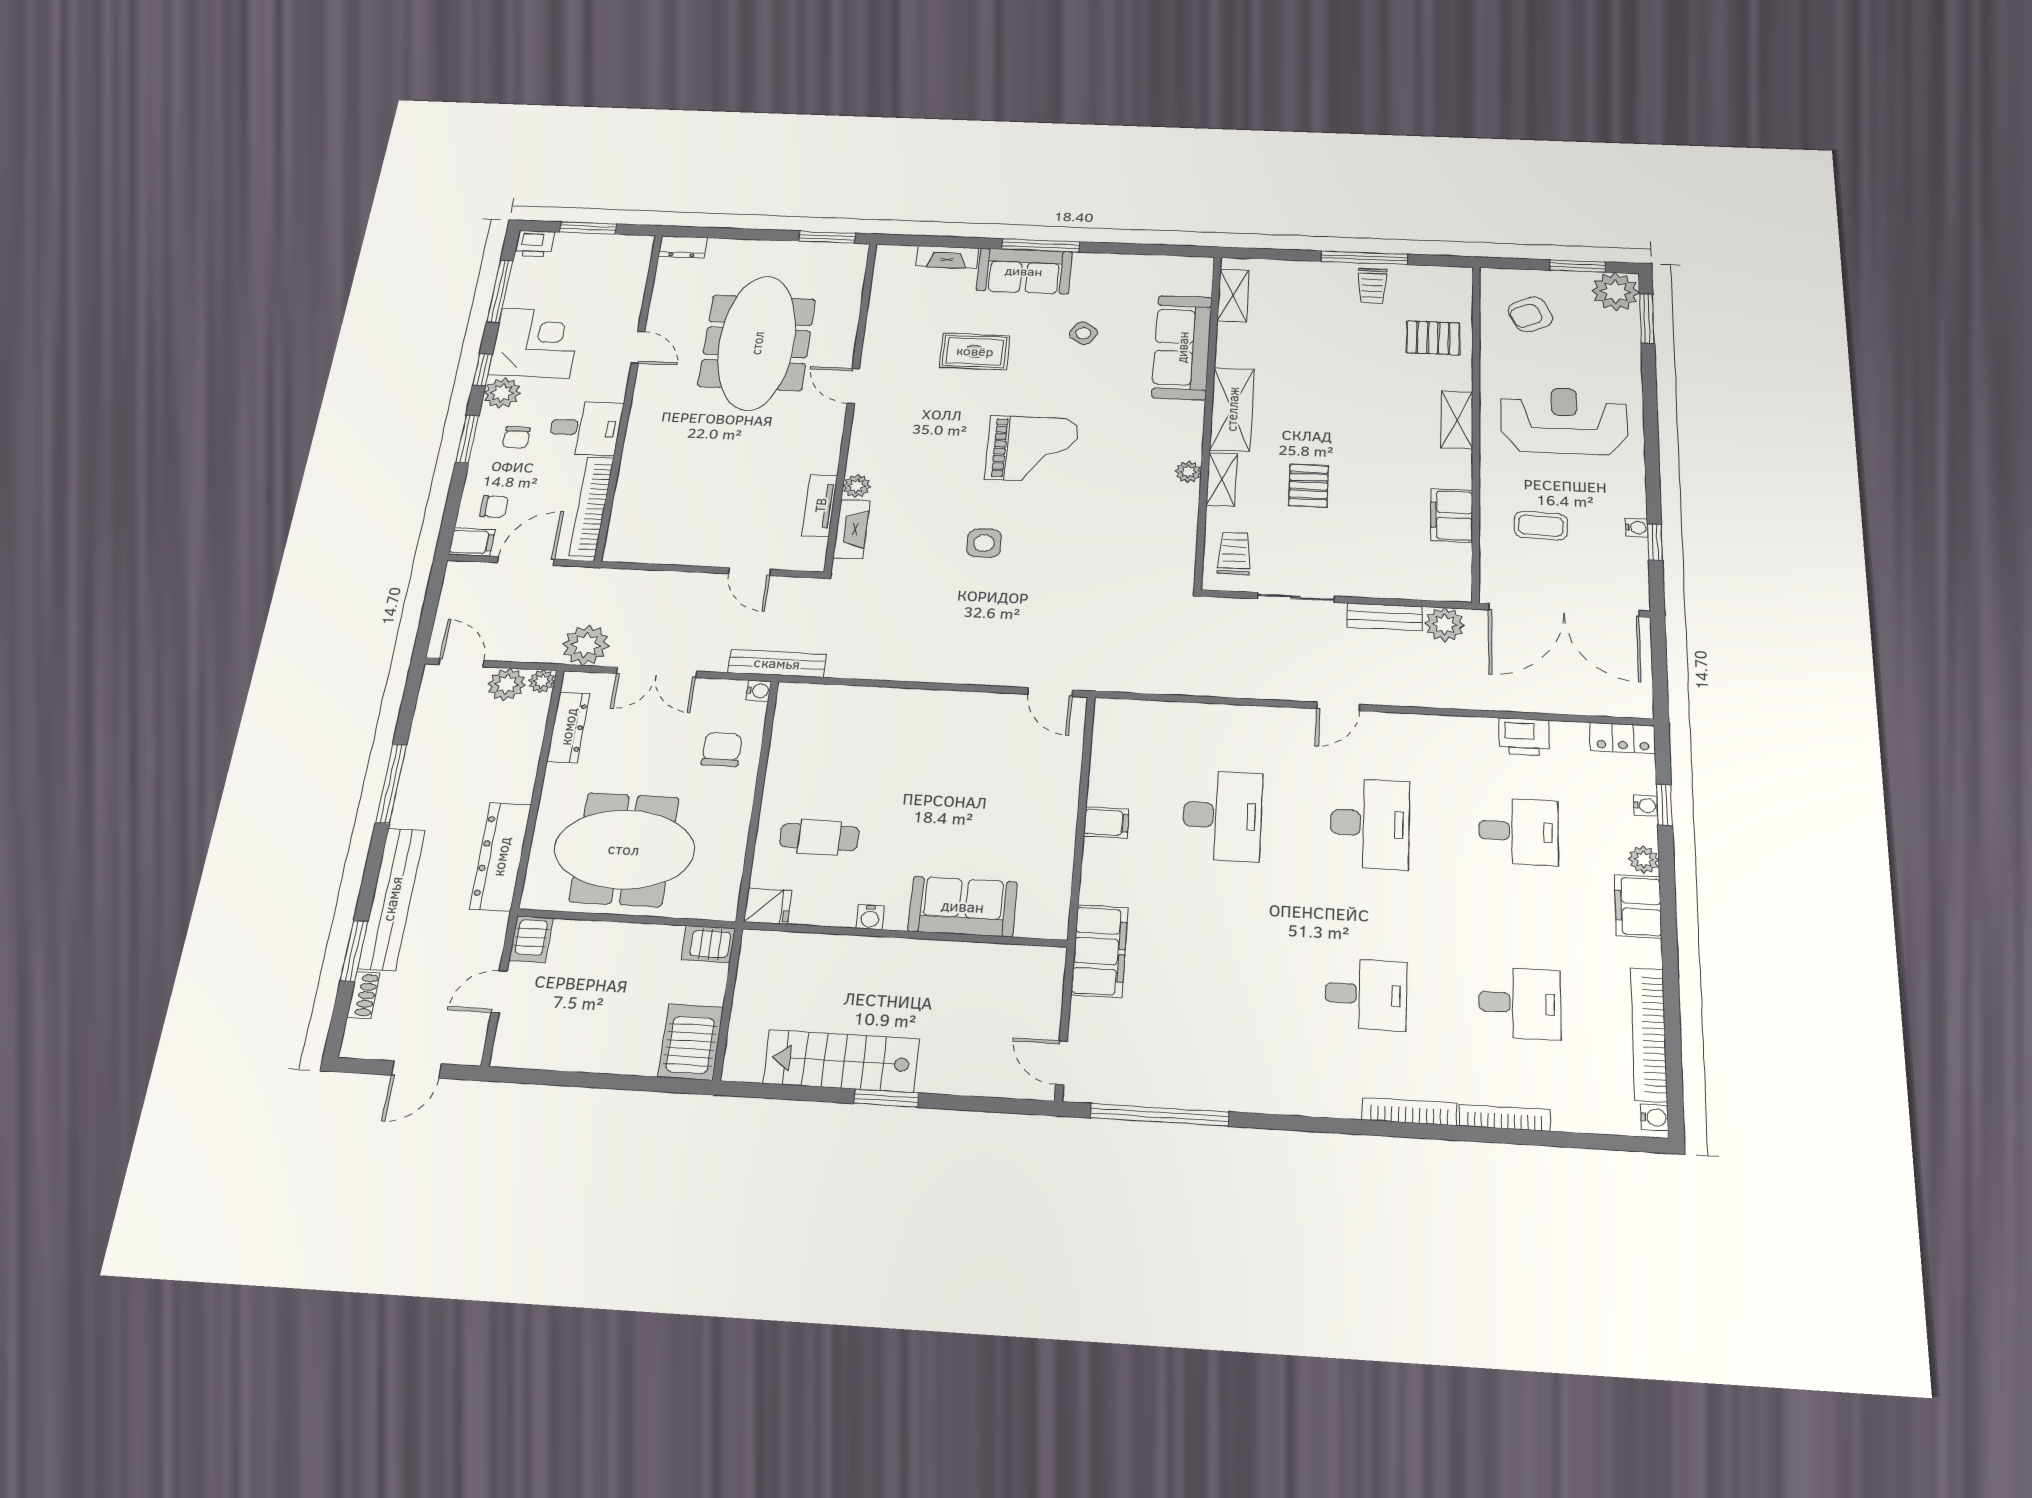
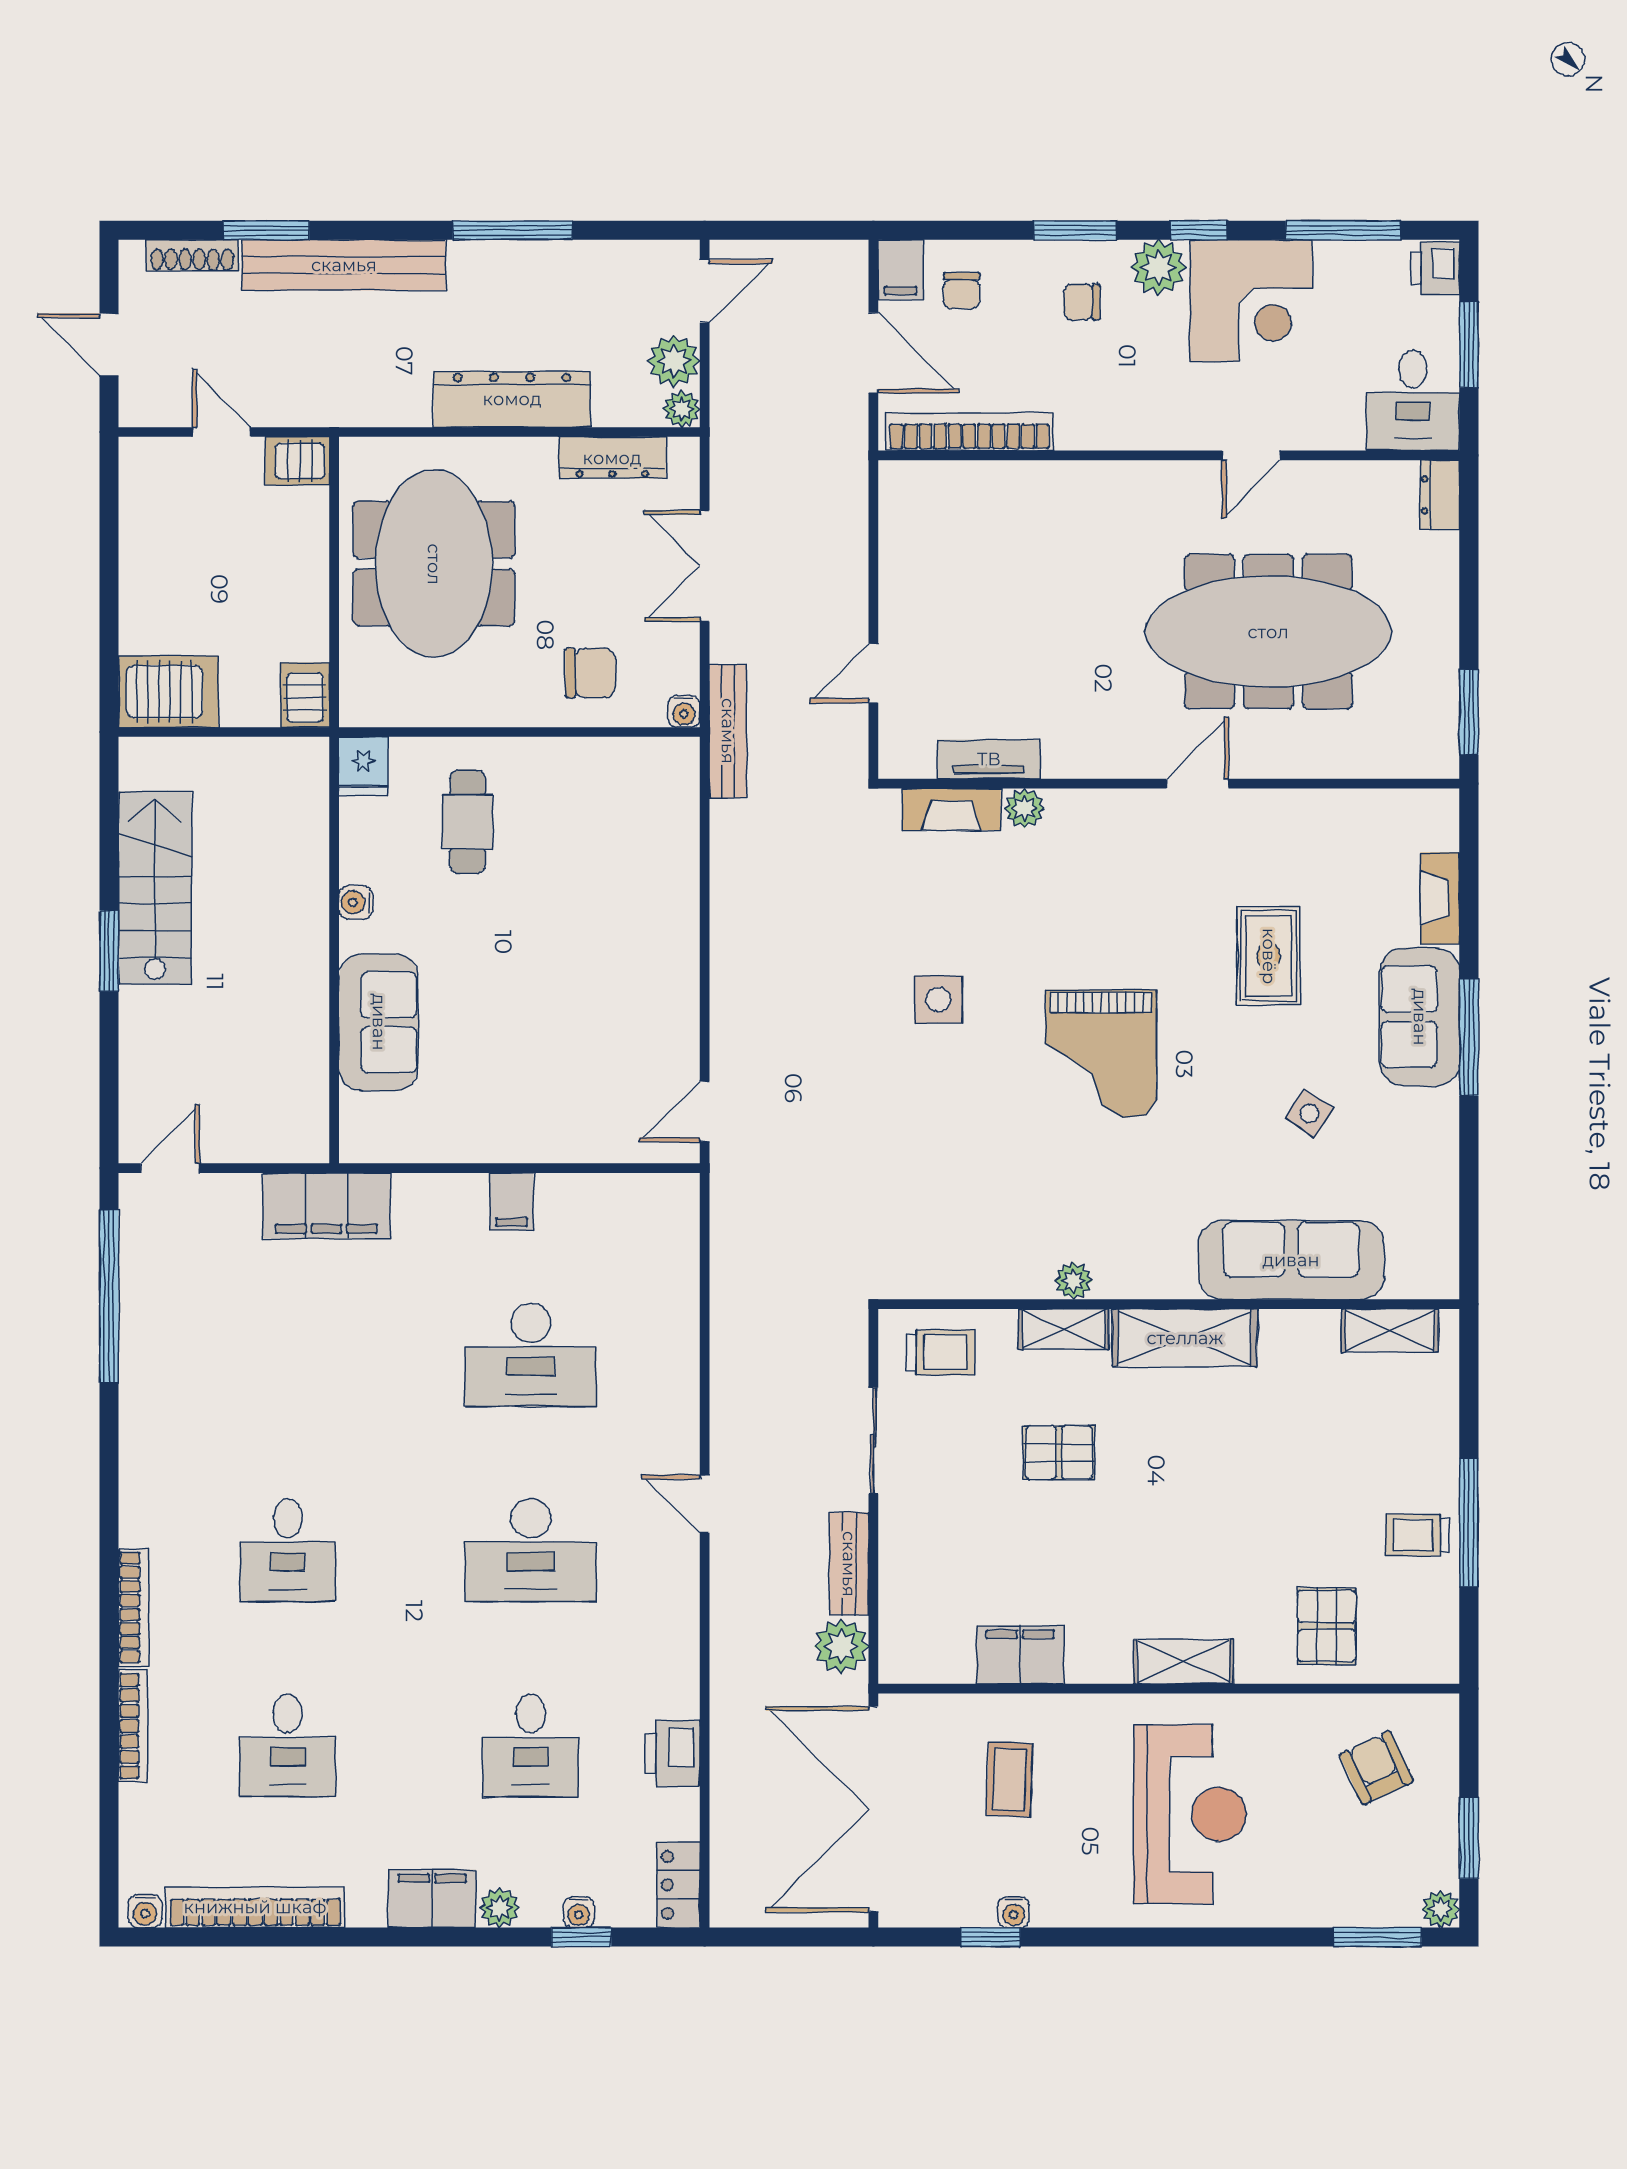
plant: (1615, 292) -> (1441, 1909), width x0.53, depth x0.53
desk: (585, 428) -> (1413, 400), moved
plant: (586, 645) -> (742, 461), removed
dresser: (501, 857) -> (512, 399), moved
shoe rack: (363, 995) -> (192, 255), width x1.43

